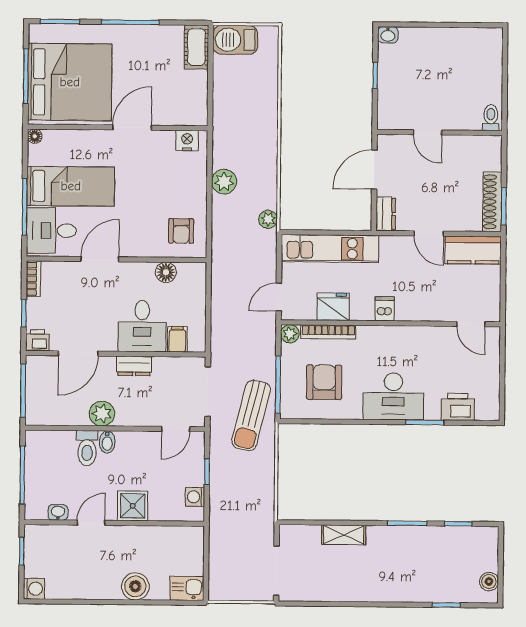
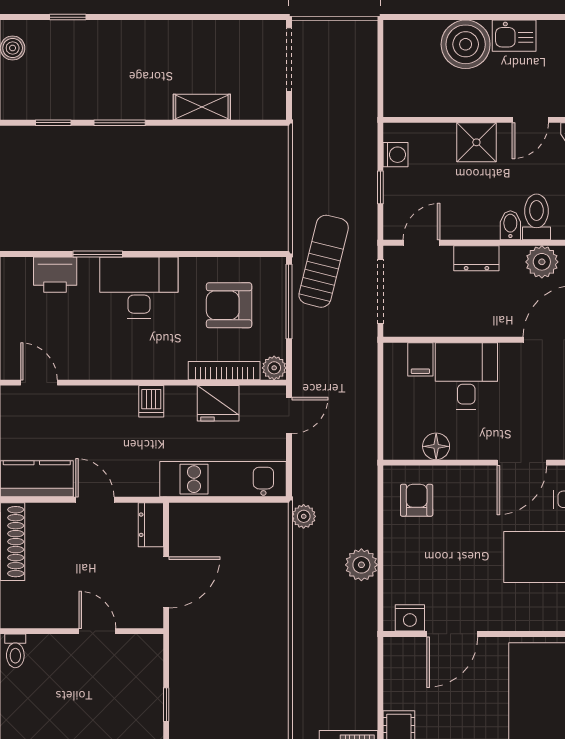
door: (132, 128) -> (452, 634), moved
dresser: (134, 366) -> (476, 258), moved, turned 180
armchair: (324, 382) -> (229, 305), turned 90
plant: (102, 414) -> (542, 262), moved
boiler: (135, 586) -> (466, 44), width x1.37, depth x1.37
kitchen sink: (187, 588) -> (514, 36), moved

